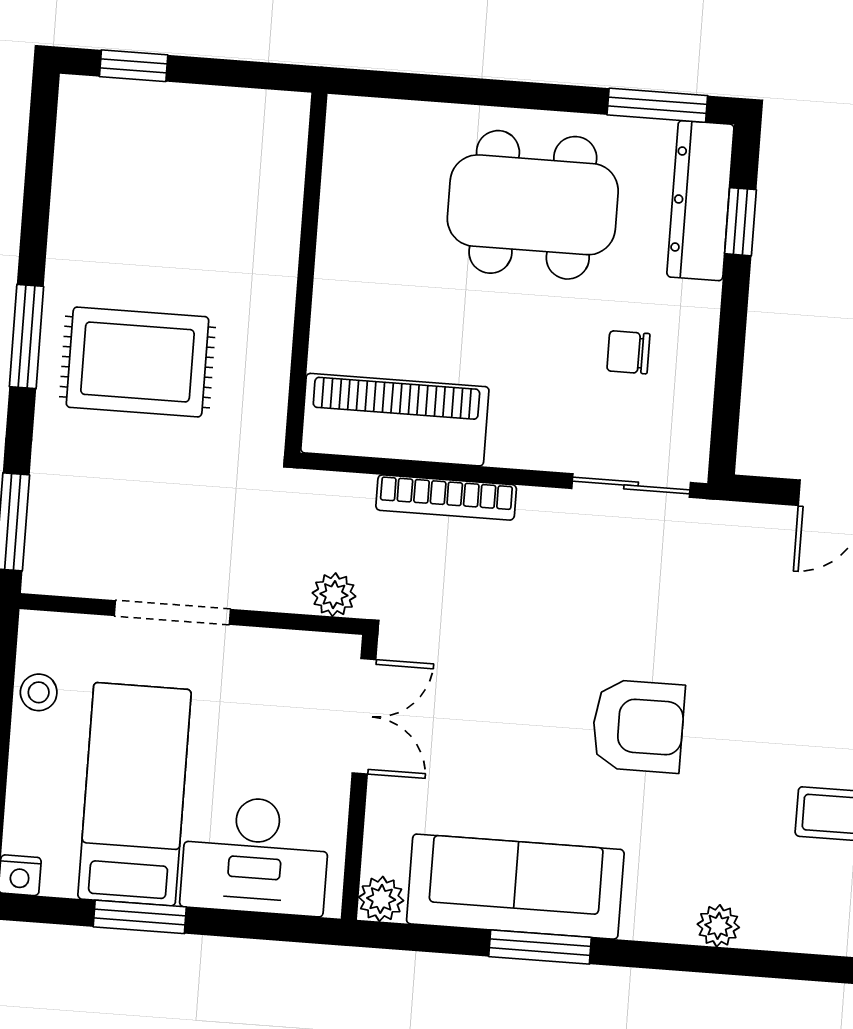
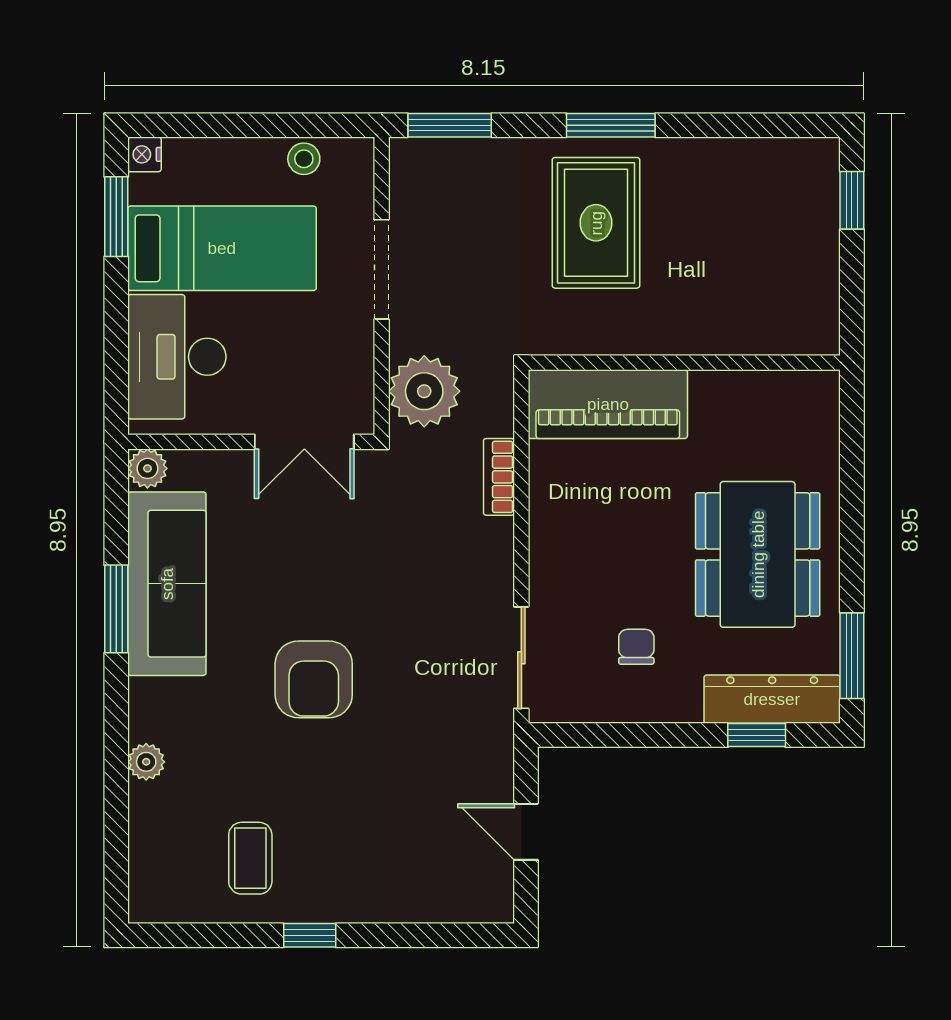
piano: (395, 420) -> (608, 404), moved, turned 90
bookcase: (446, 497) -> (499, 477), width x0.64
plant: (334, 595) -> (424, 391), width x1.88, depth x1.88
window: (140, 917) -> (116, 217), moved

